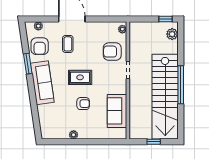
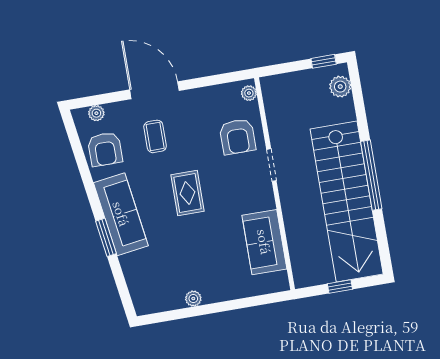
armchair: (112, 52) -> (237, 137), turned -90
window: (28, 64) -> (106, 237), moved
rug: (80, 77) -> (187, 193), turned 90
armchair: (83, 104) -> (201, 239), removed

